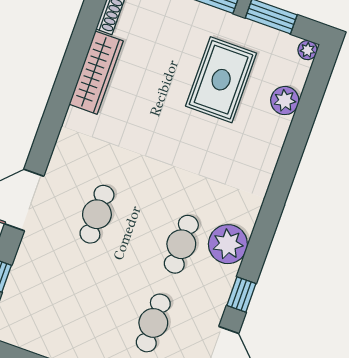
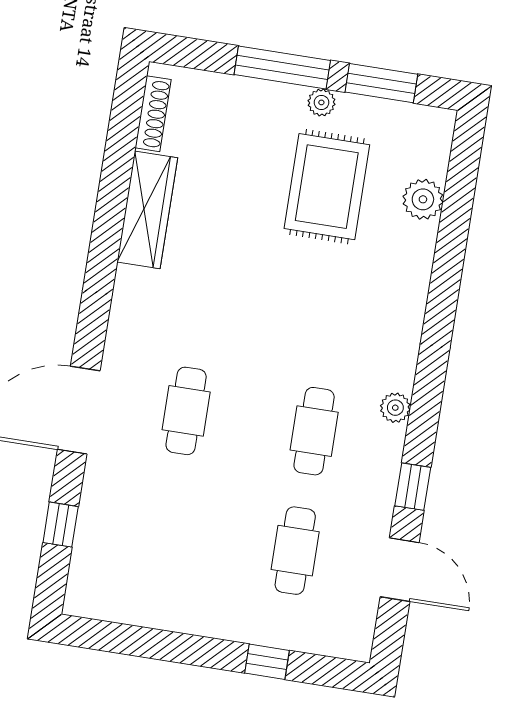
plant: (308, 50) -> (321, 102), moved
plant: (228, 244) -> (395, 408), width x0.53, depth x0.53

